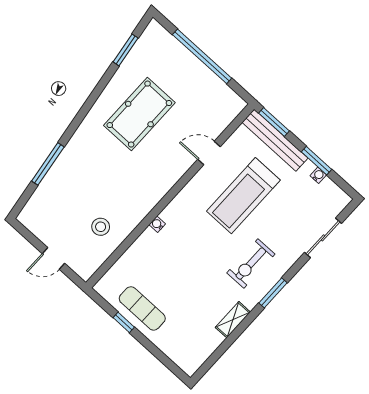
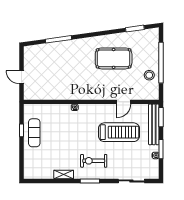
door: (209, 153) -> (124, 102), swing flipped
treadmill: (243, 196) -> (119, 132), turned 180
stool: (101, 227) -> (149, 75), moved

